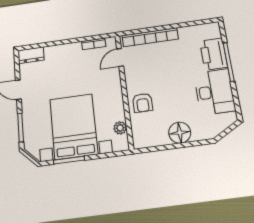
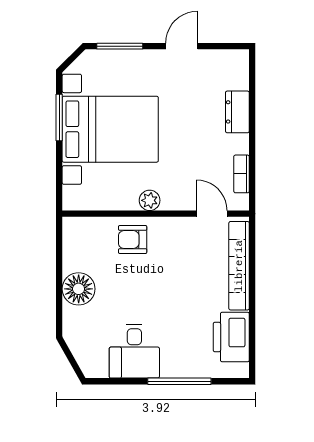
printer: (213, 54) -> (231, 337), moved, turned -90
dresser: (31, 55) -> (237, 112), moved
desk: (215, 92) -> (134, 351), width x0.73
plant: (120, 128) -> (150, 200), moved

